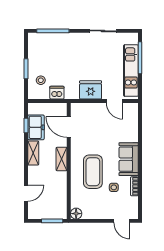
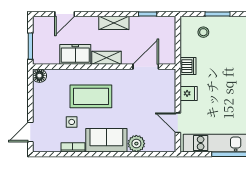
fridge: (91, 90) -> (189, 93), width x0.53, depth x0.75
dishwasher: (57, 93) -> (188, 66), moved
door: (114, 101) -> (178, 123), hinge flipped
freezer: (36, 127) -> (75, 54), moved, turned 180
plant: (131, 135) -> (136, 144), added
door: (26, 193) -> (65, 14), hinge flipped

